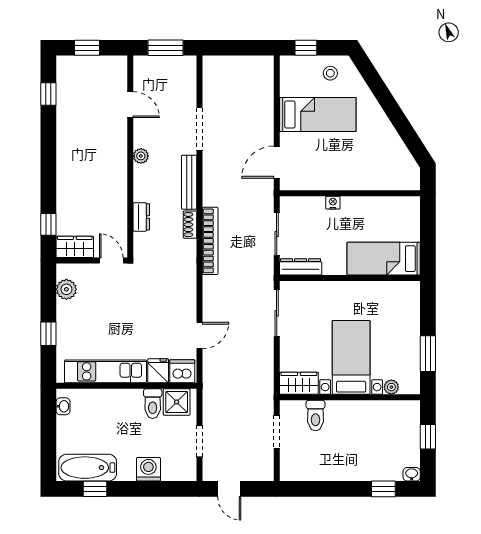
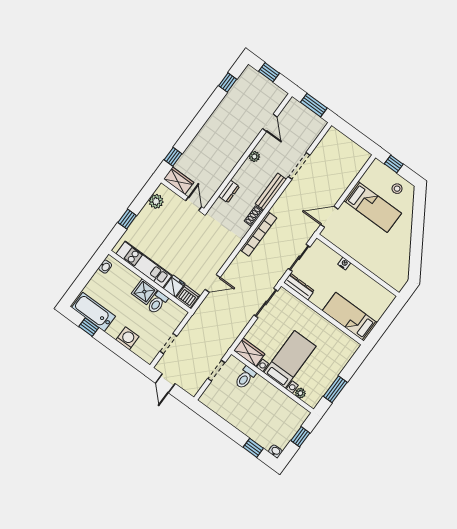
shower: (177, 402) -> (144, 292), moved

